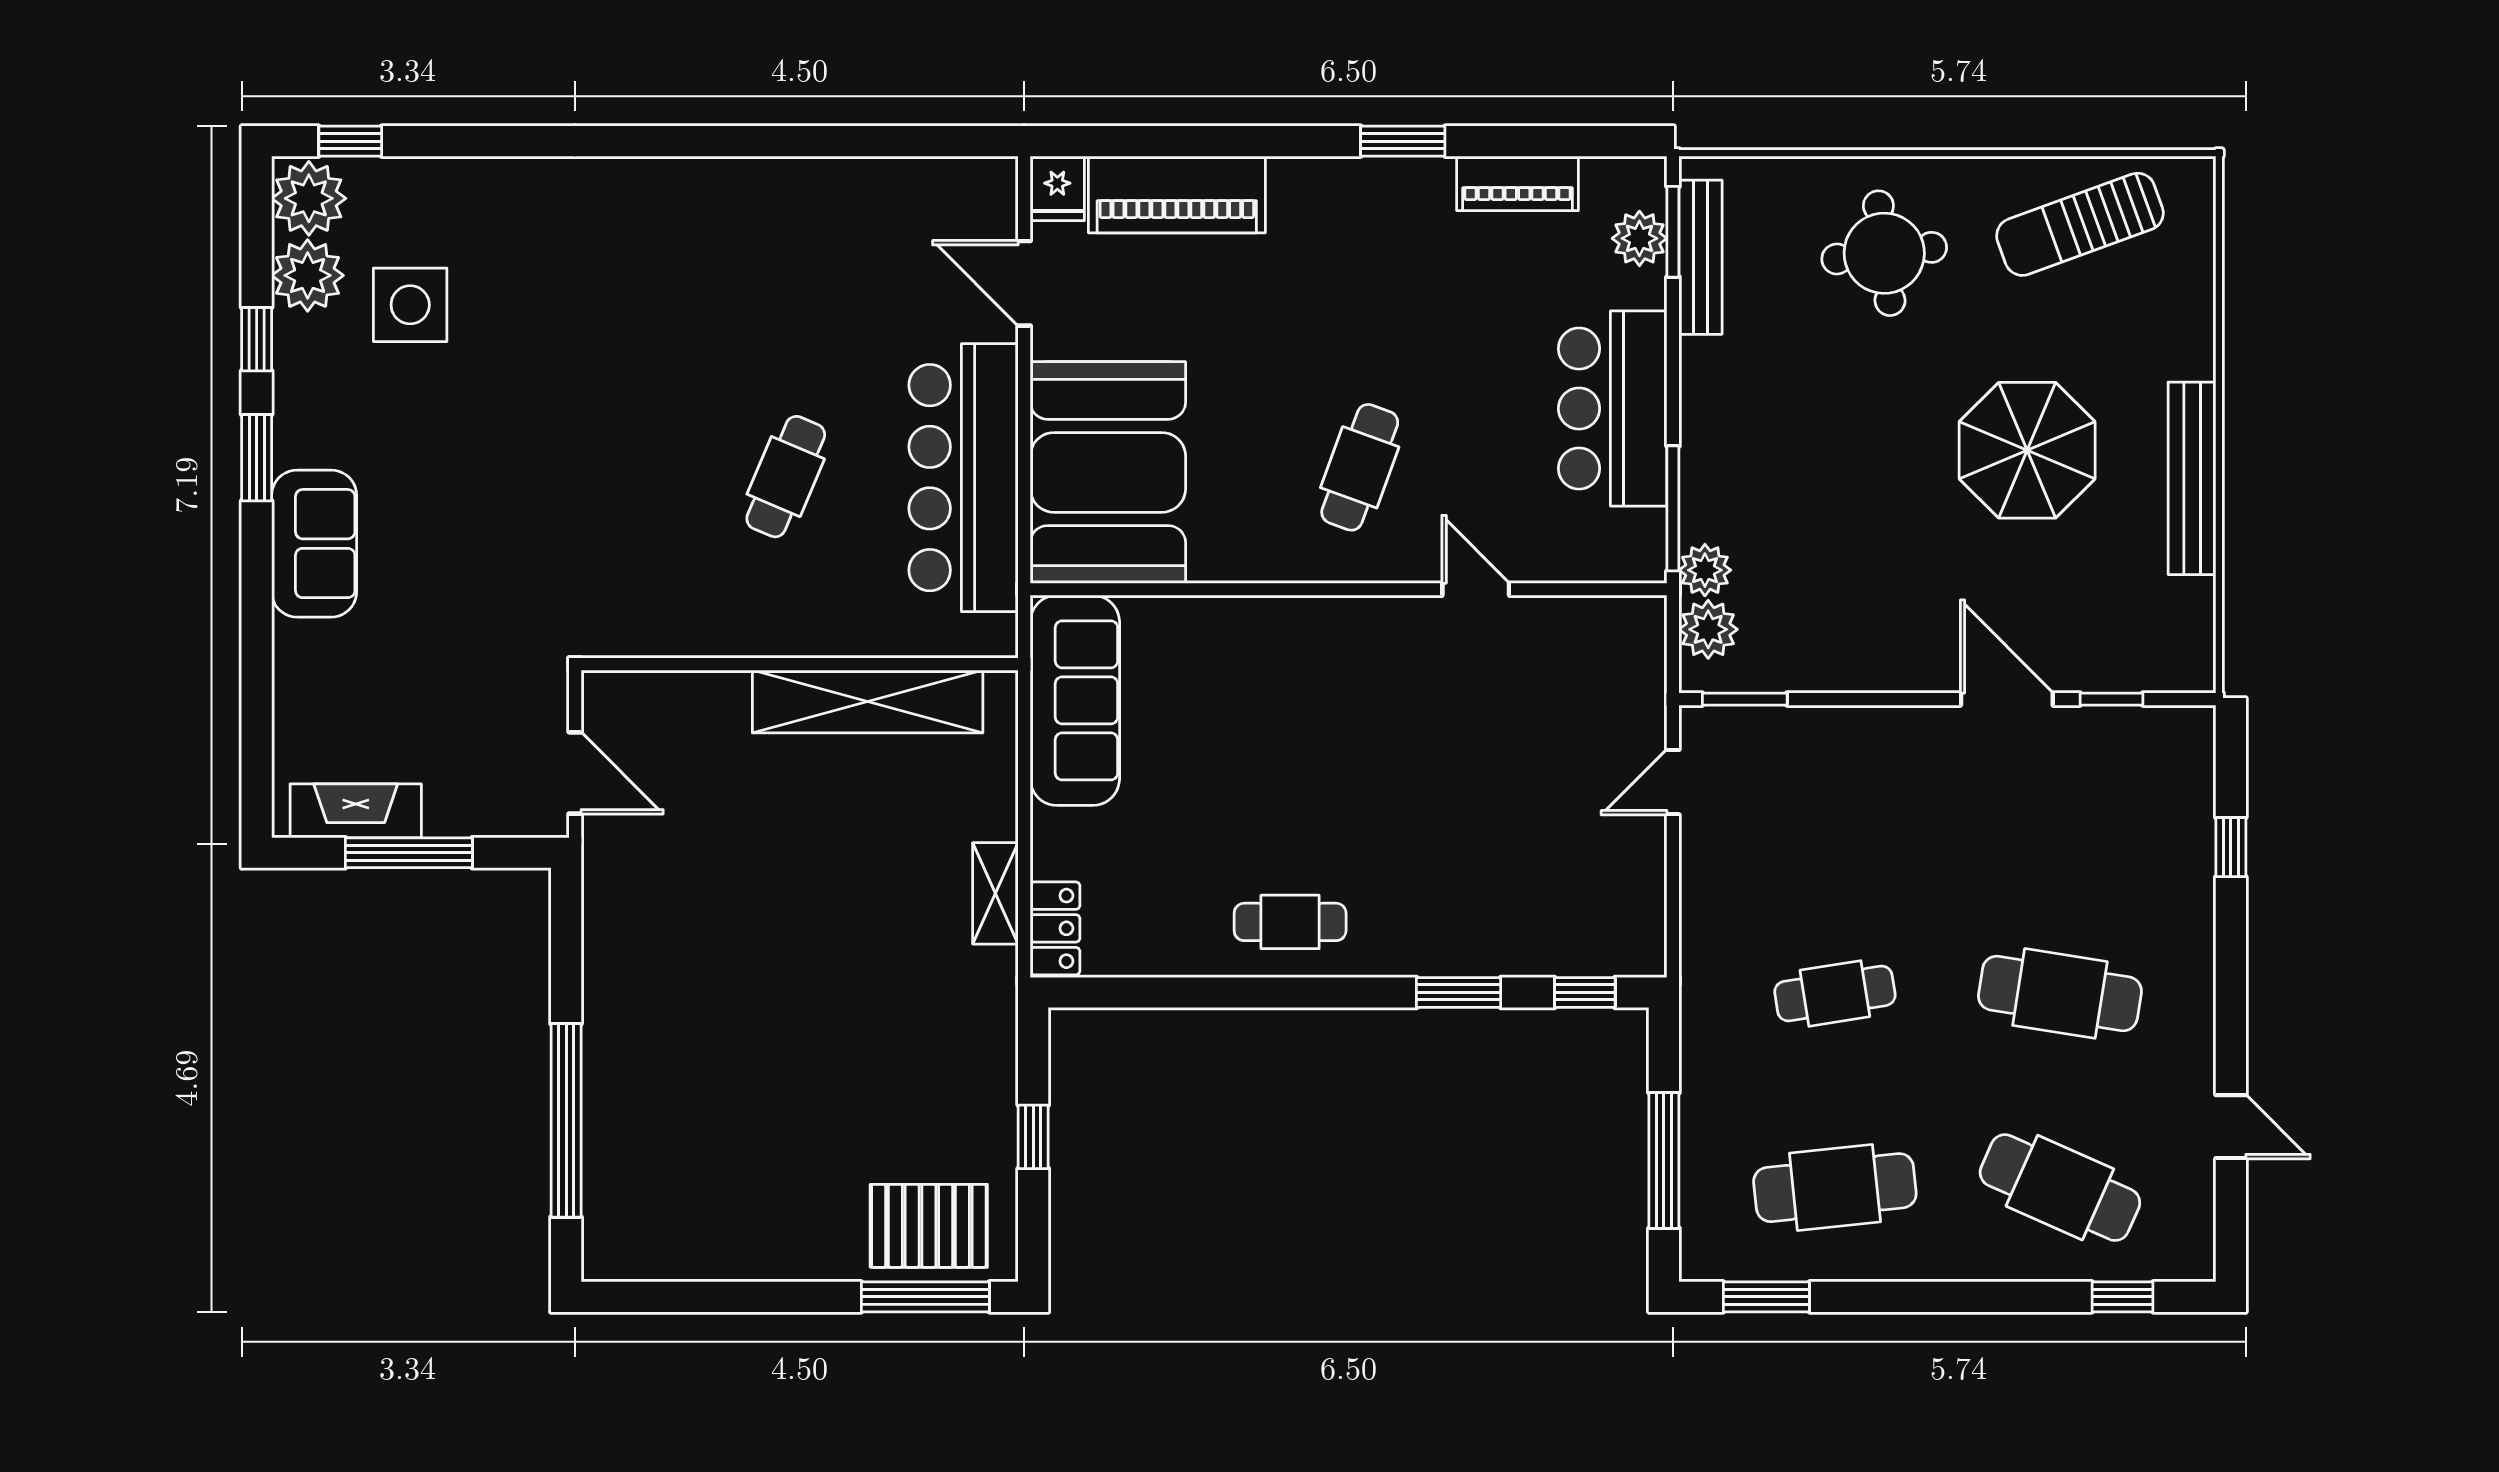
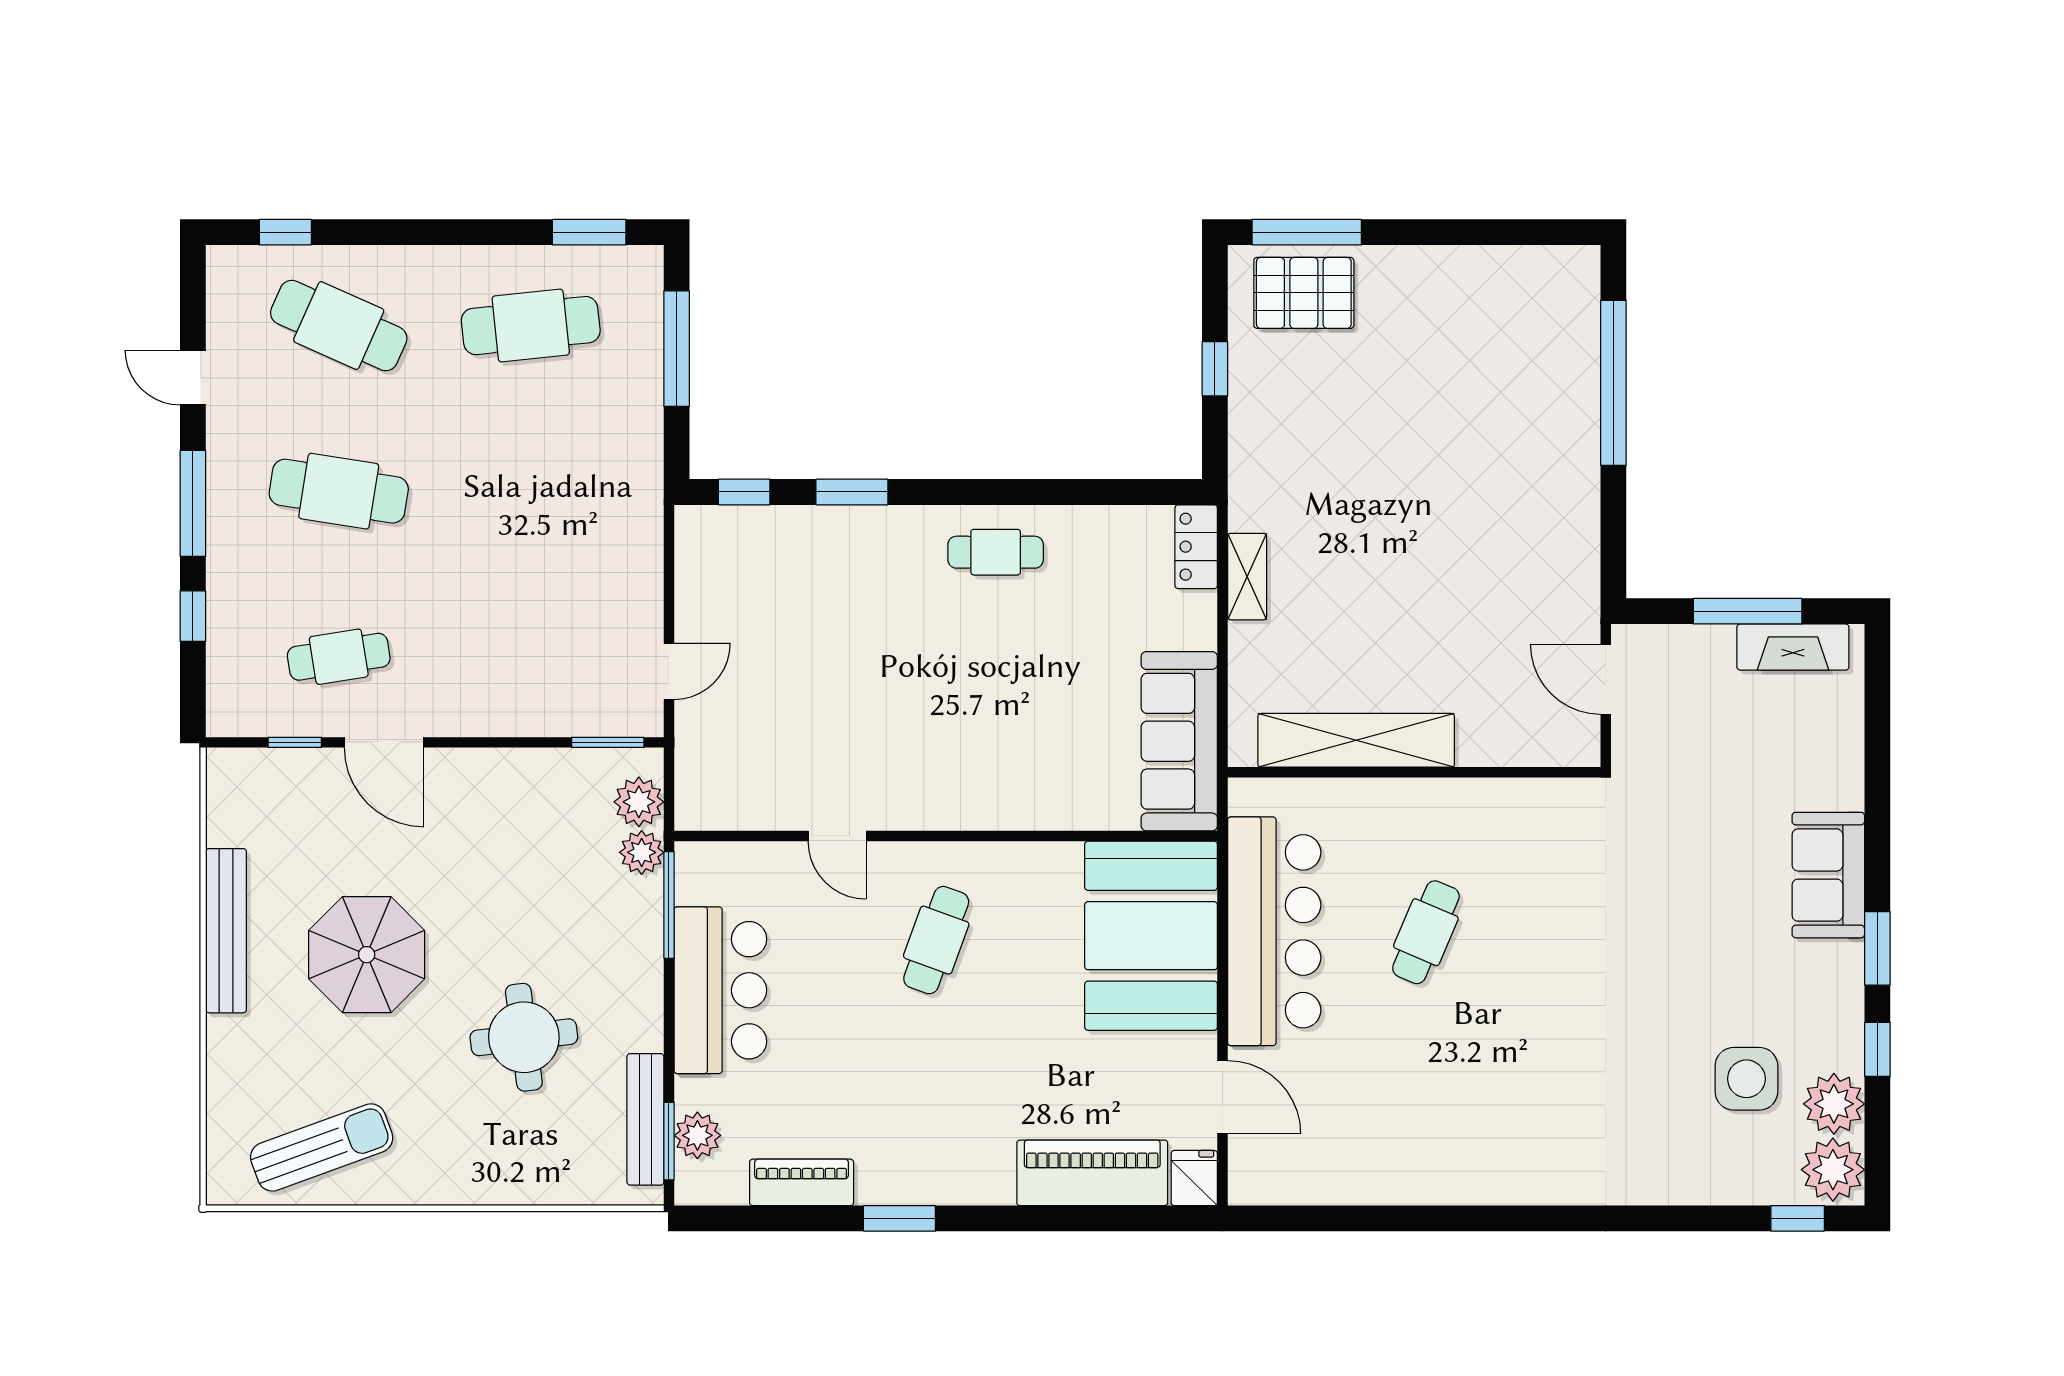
round table: (1884, 253) -> (524, 1037), moved
window: (2231, 979) -> (193, 503), added
cafe table: (1835, 993) -> (339, 657), moved

